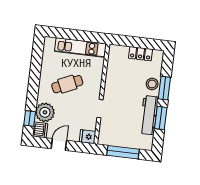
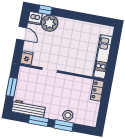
locker: (140, 54) -> (97, 90), moved
cafe table: (67, 84) -> (72, 44), removed
workbench: (149, 115) -> (28, 109), moved
window: (123, 152) -> (12, 87), width x0.69

